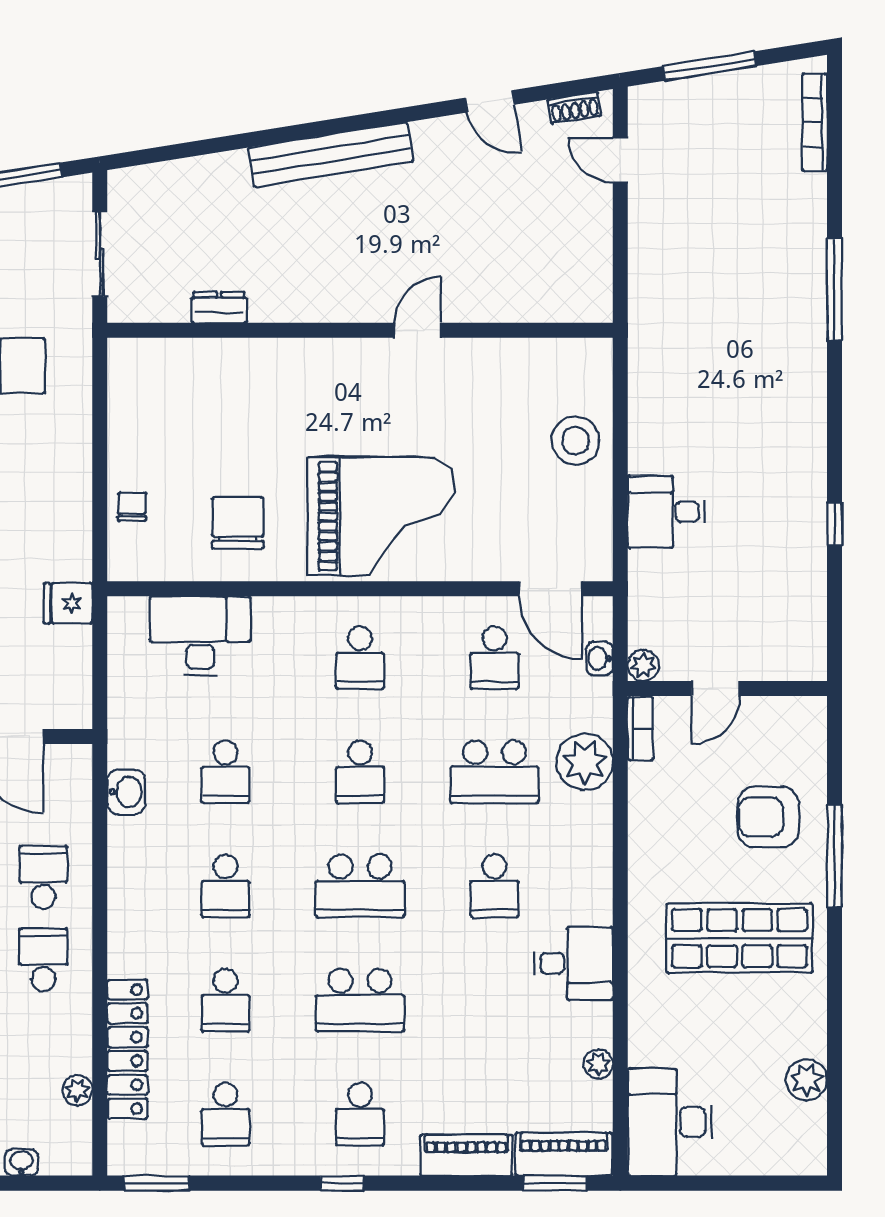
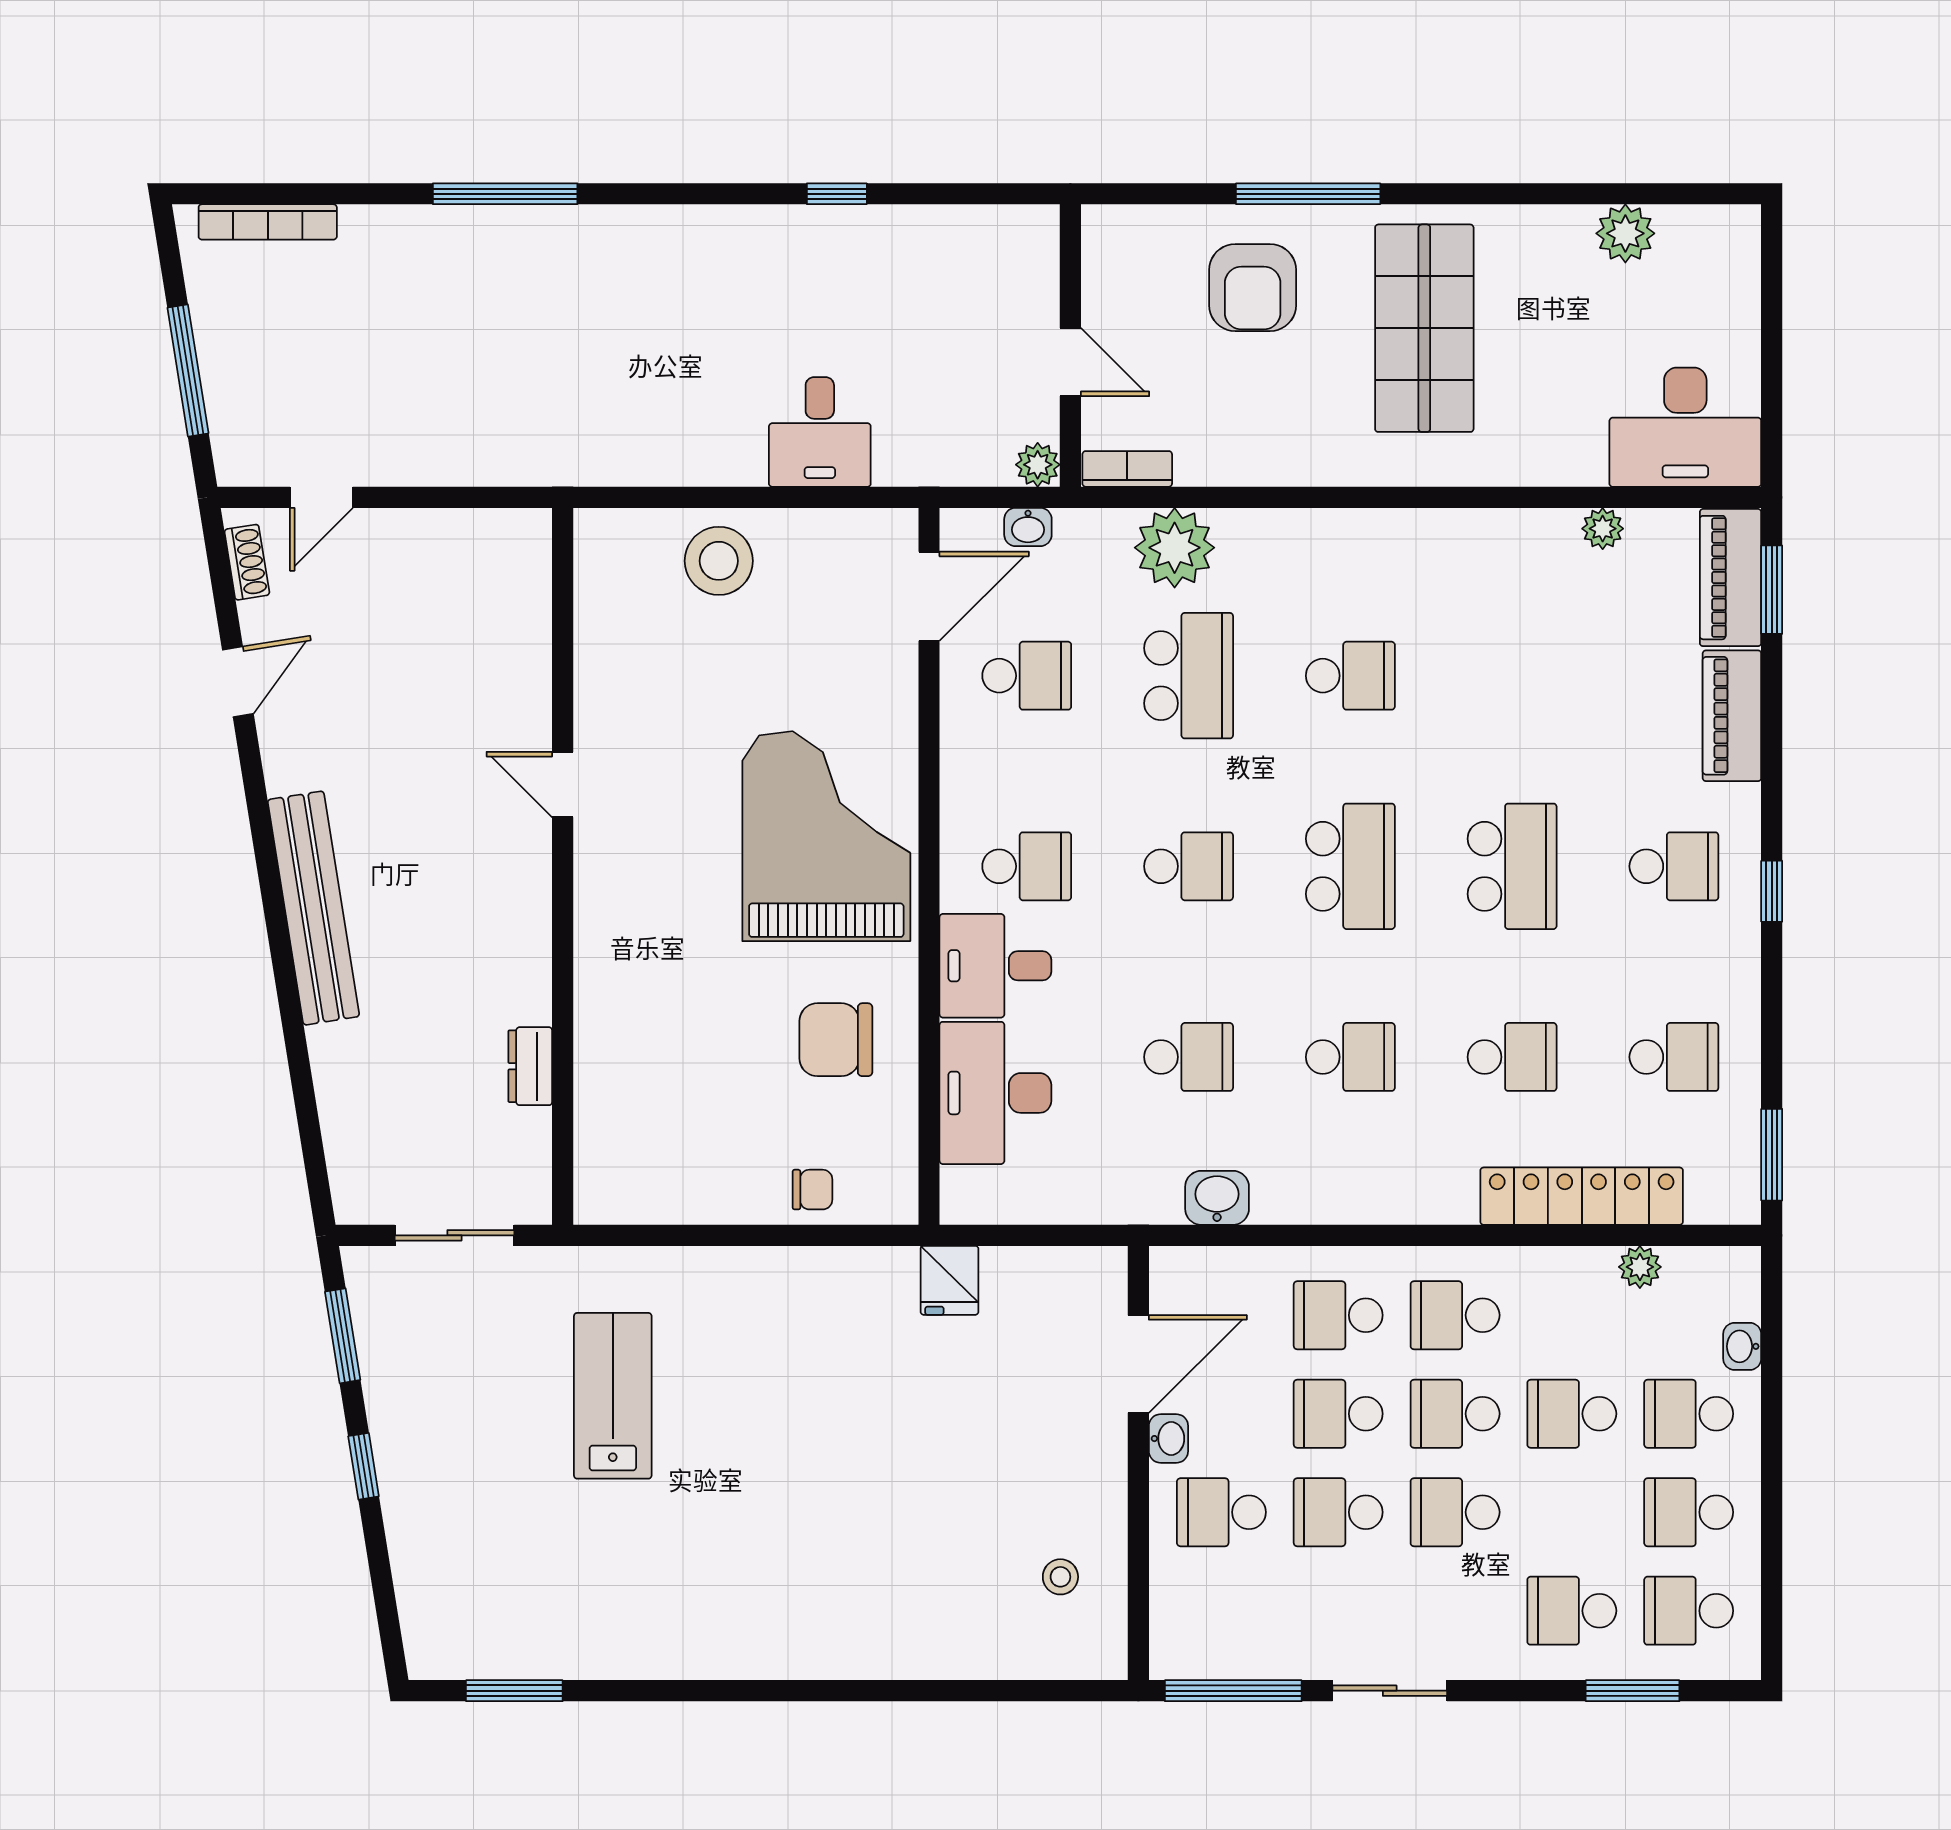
chair: (132, 507) -> (812, 1190), turned 180
desk: (573, 963) -> (995, 966), moved, turned -90

